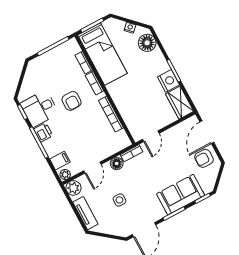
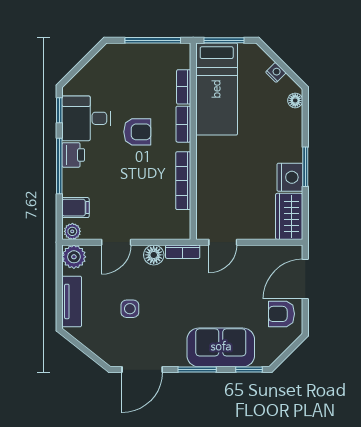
floor lamp: (147, 43) -> (295, 100), width x0.53, depth x0.53
armchair: (72, 101) -> (137, 132), turned -90

